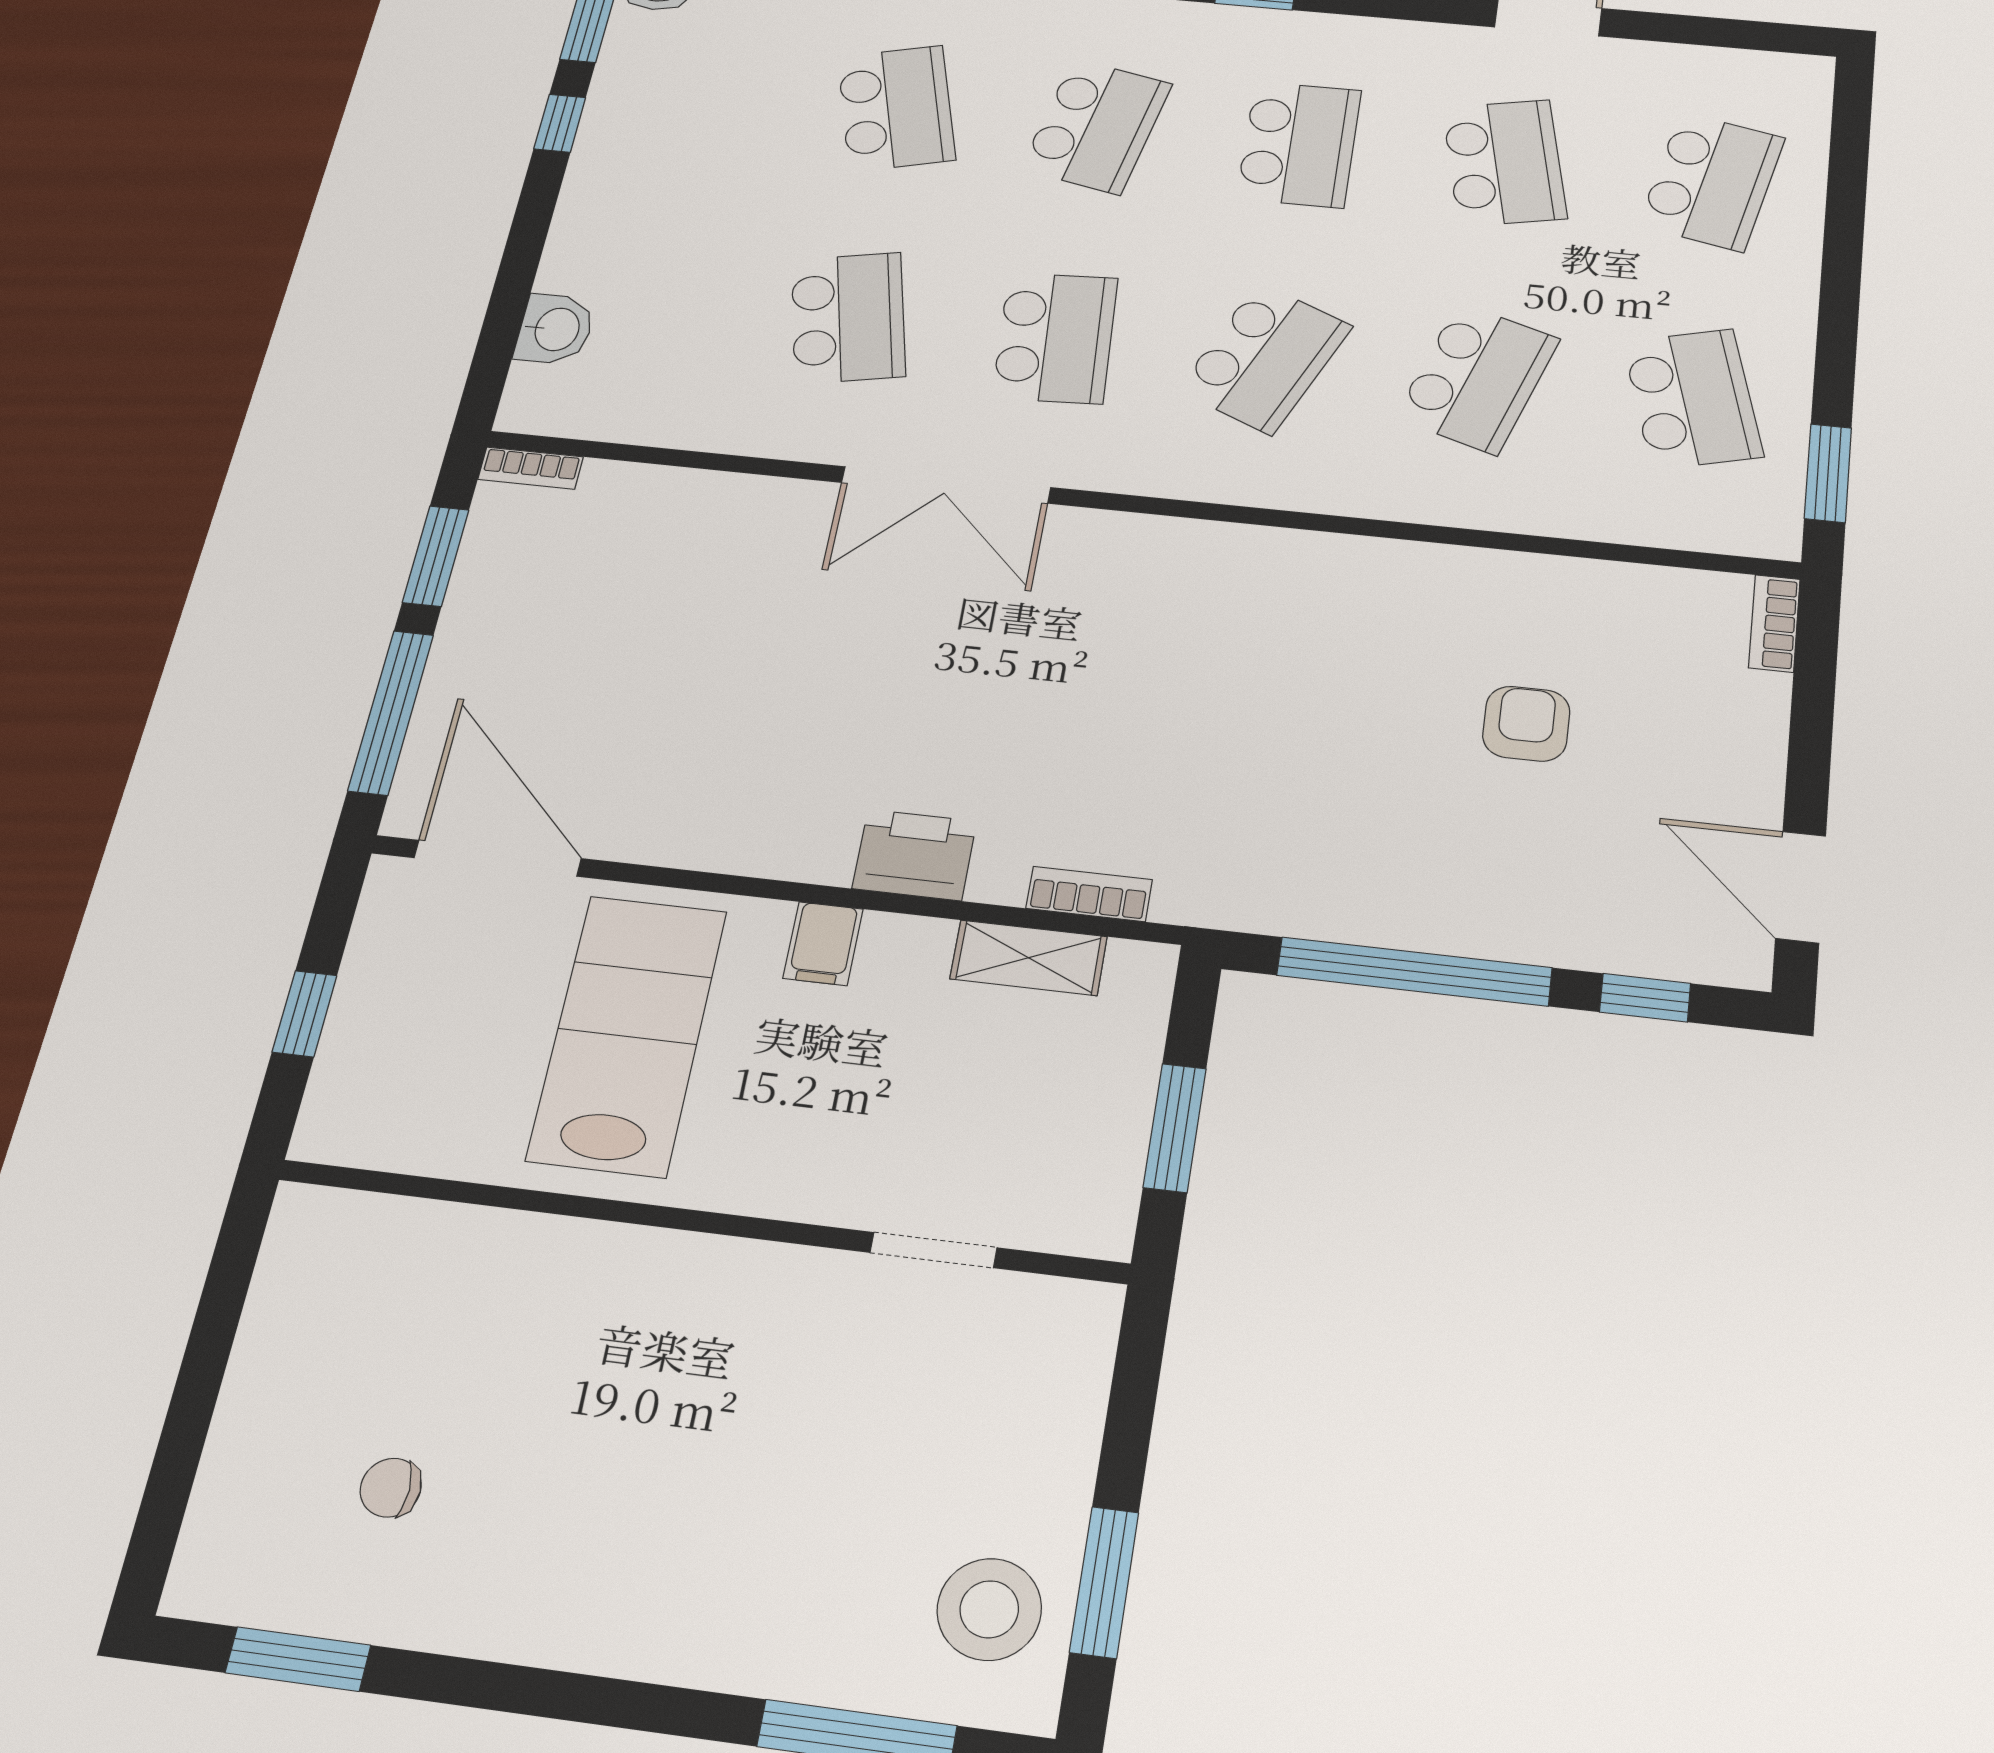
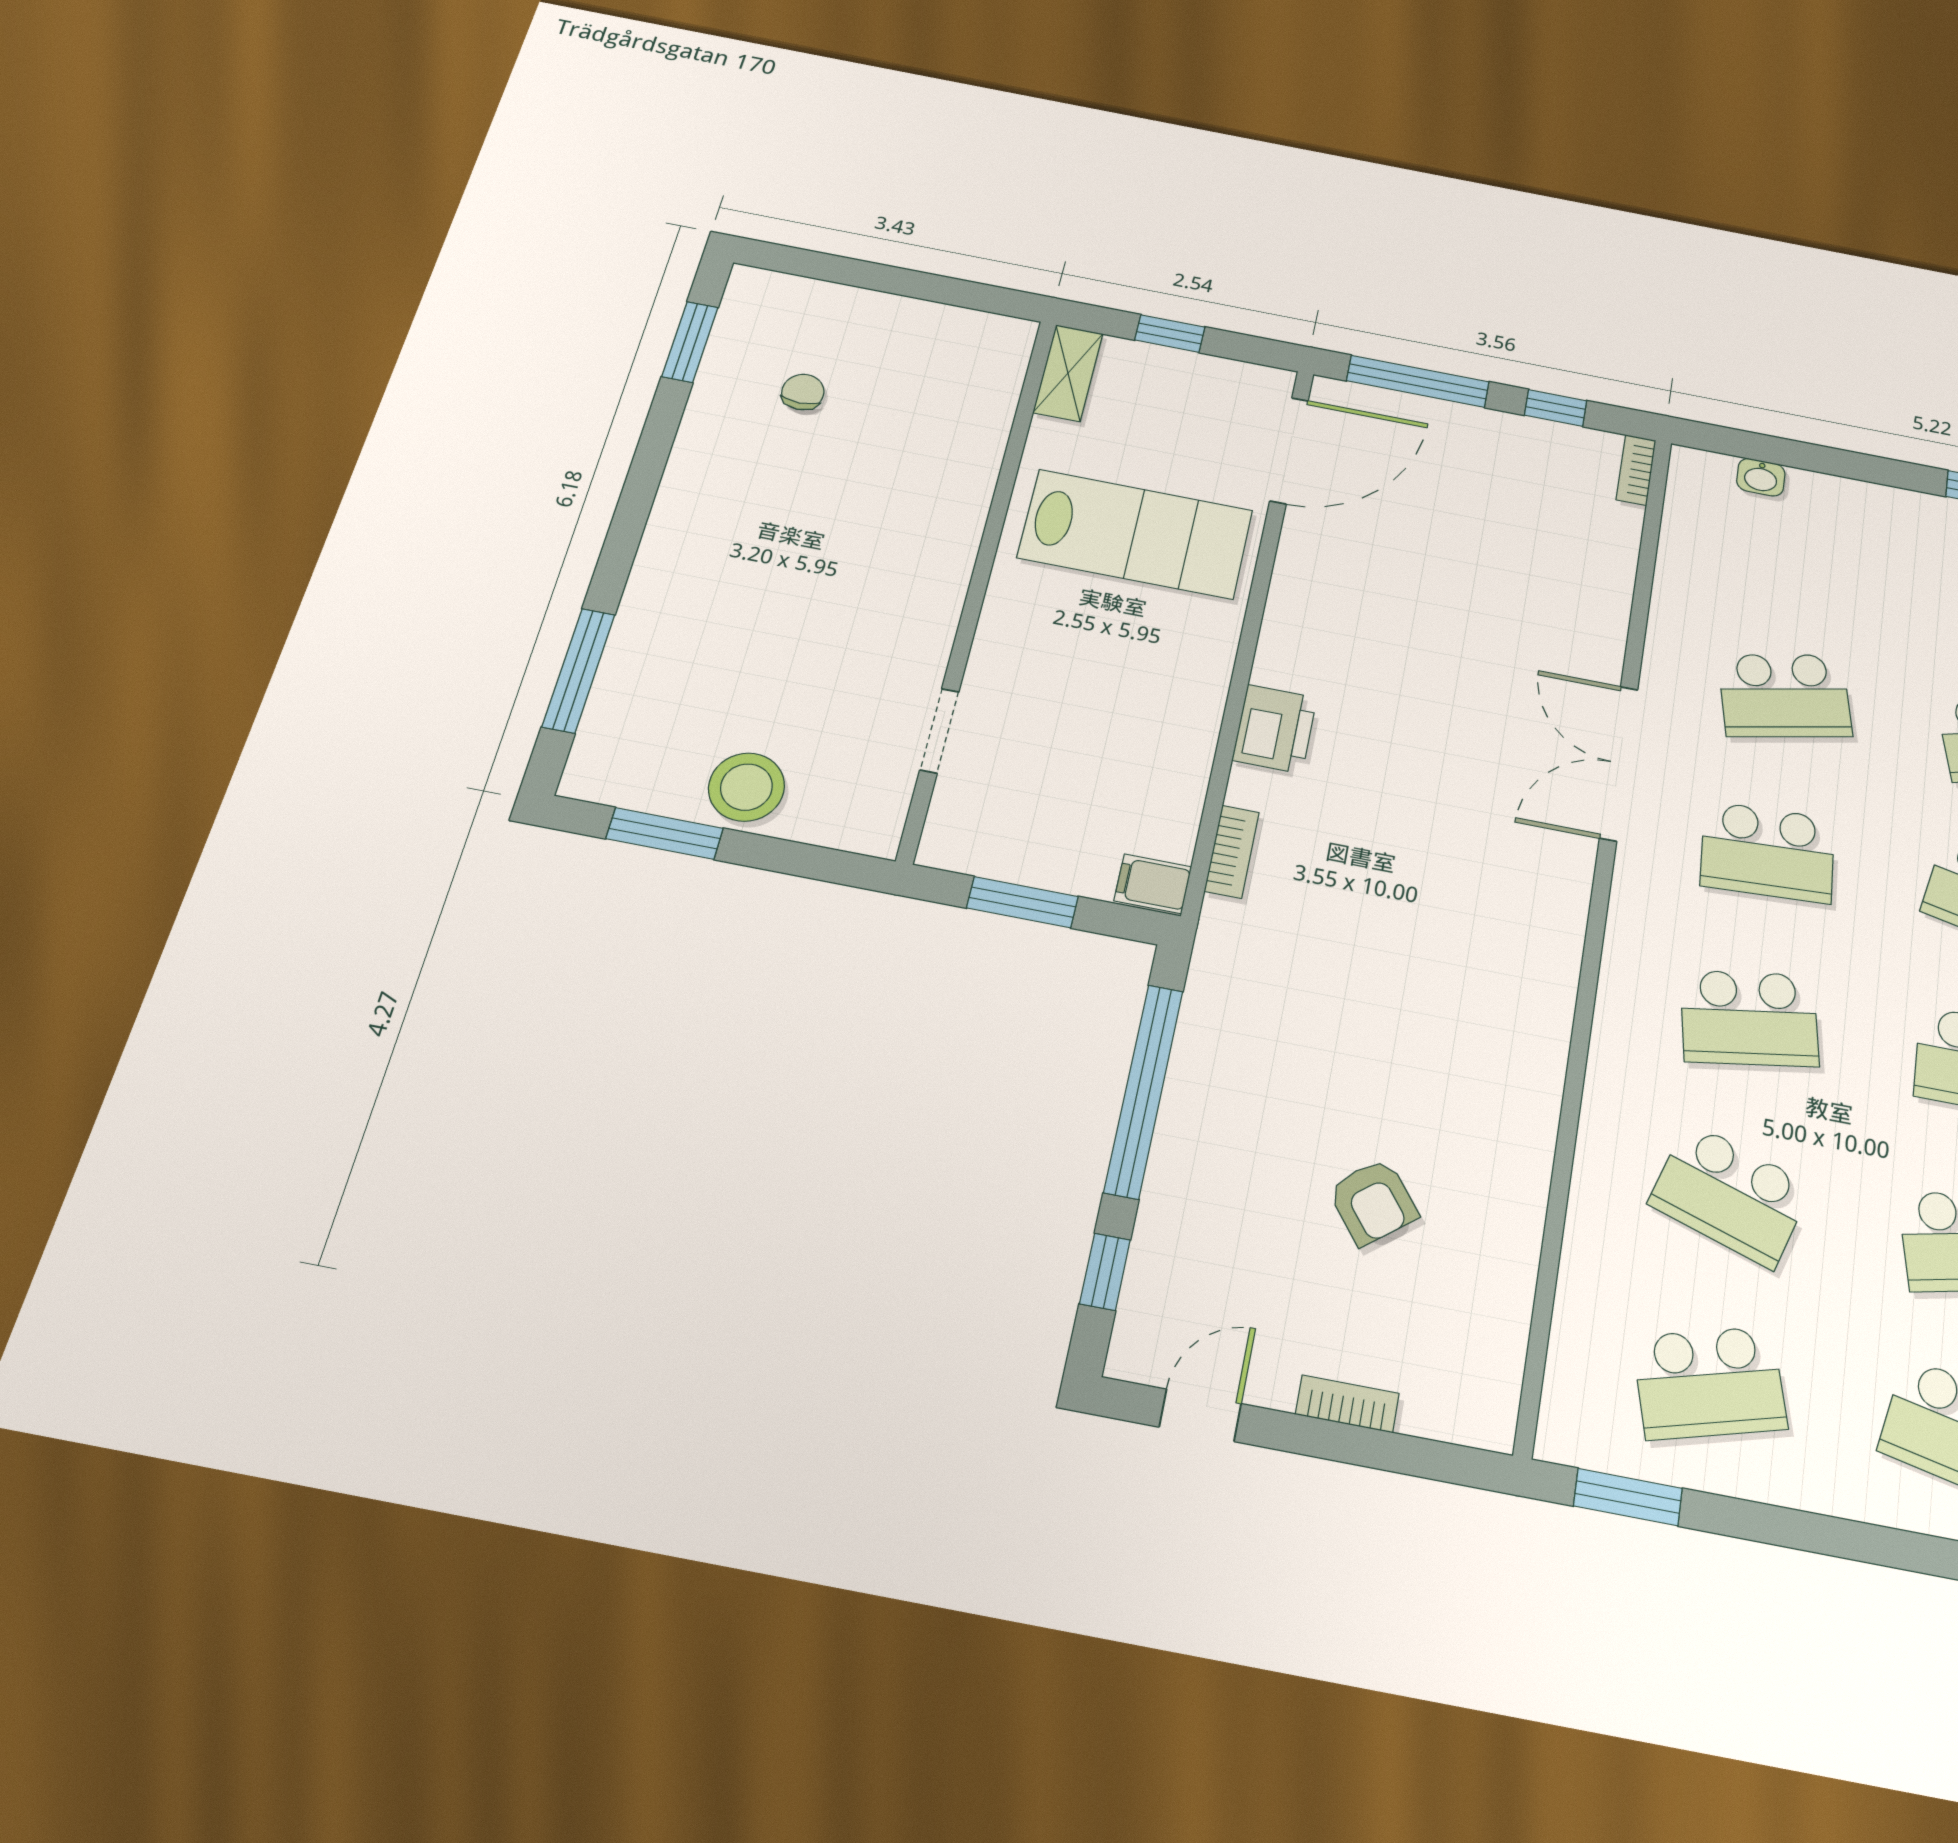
washbasin: (555, 329) -> (1761, 477), width x0.72, depth x0.69
school desk: (1265, 358) -> (1749, 1018), turned -33
window: (436, 556) -> (1556, 408), width x0.67
bookcase: (1774, 623) -> (1347, 1404), moved
armchair: (1526, 724) -> (1373, 1202), turned 52
door: (1801, 887) -> (1200, 1415), width x0.73
filing cabinet: (823, 944) -> (1153, 884), moved
shelving: (1029, 958) -> (1068, 373), moved
stool: (989, 1609) -> (746, 787), moved

